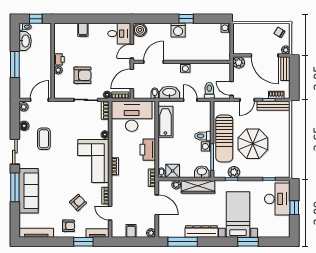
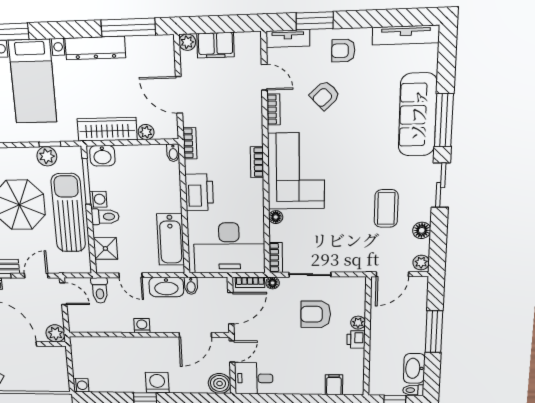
filing cabinet: (83, 30) -> (334, 385), moved
shower: (173, 171) -> (105, 248), moved
filing cabinet: (131, 231) -> (215, 45), width x2.00

